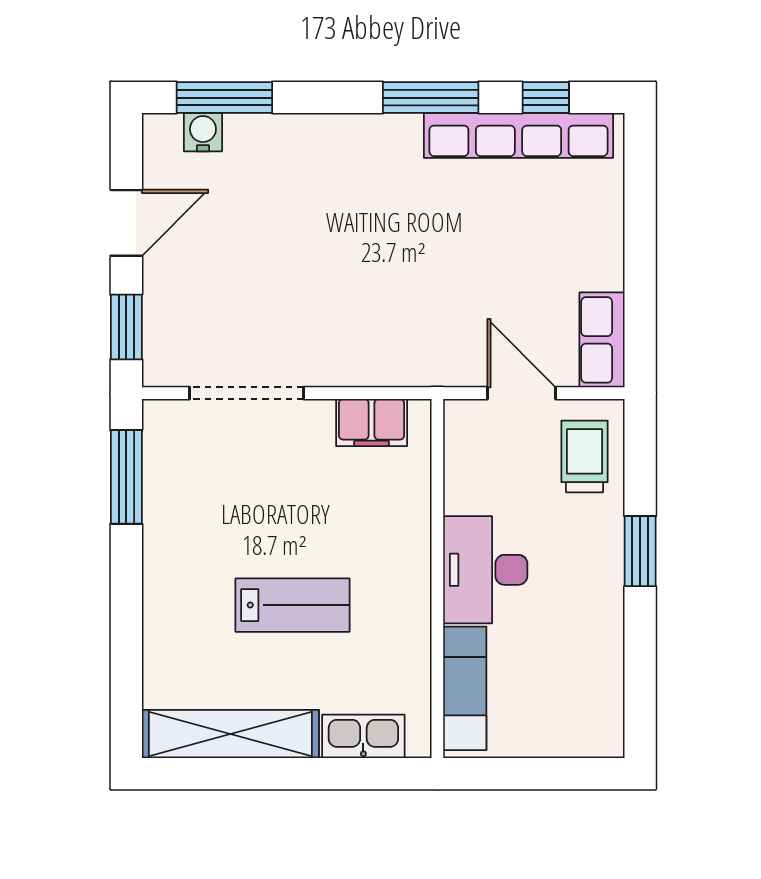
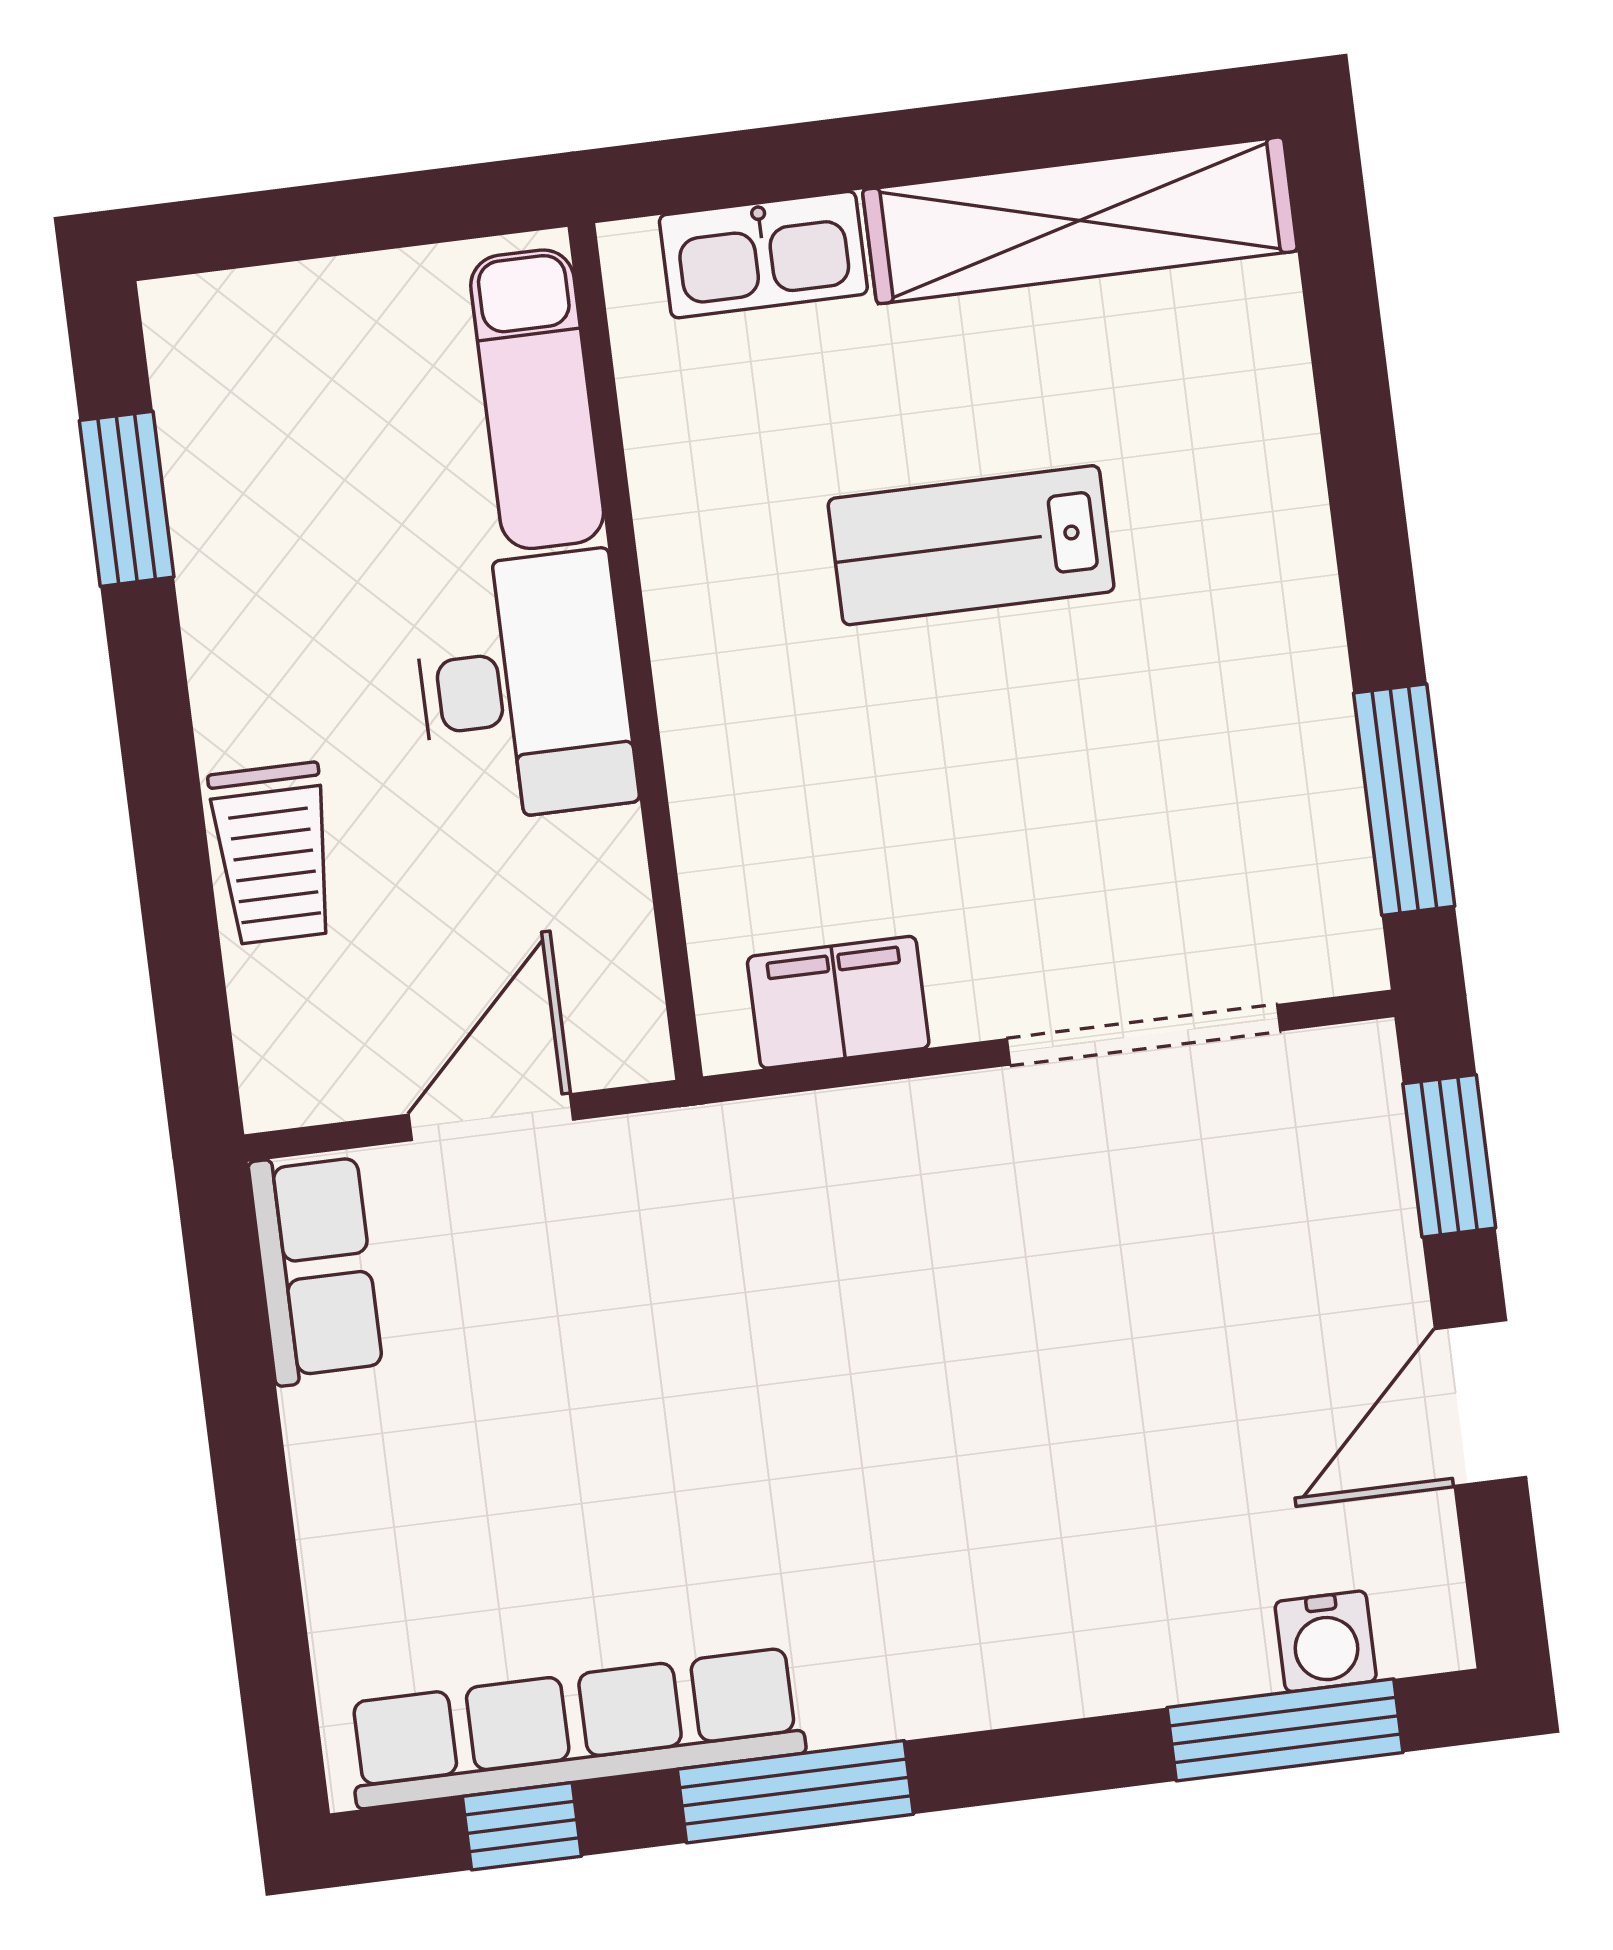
door: (521, 393) -> (491, 1117), swing flipped
trolley: (585, 456) -> (273, 853), moved
window: (640, 551) -> (127, 499), moved

